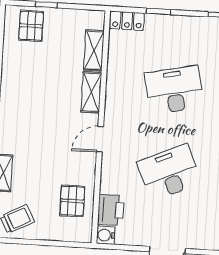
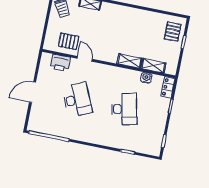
pallet: (31, 26) -> (173, 32), turned 90
door: (100, 139) -> (85, 59), moved
water cooler: (106, 235) -> (146, 78), moved

